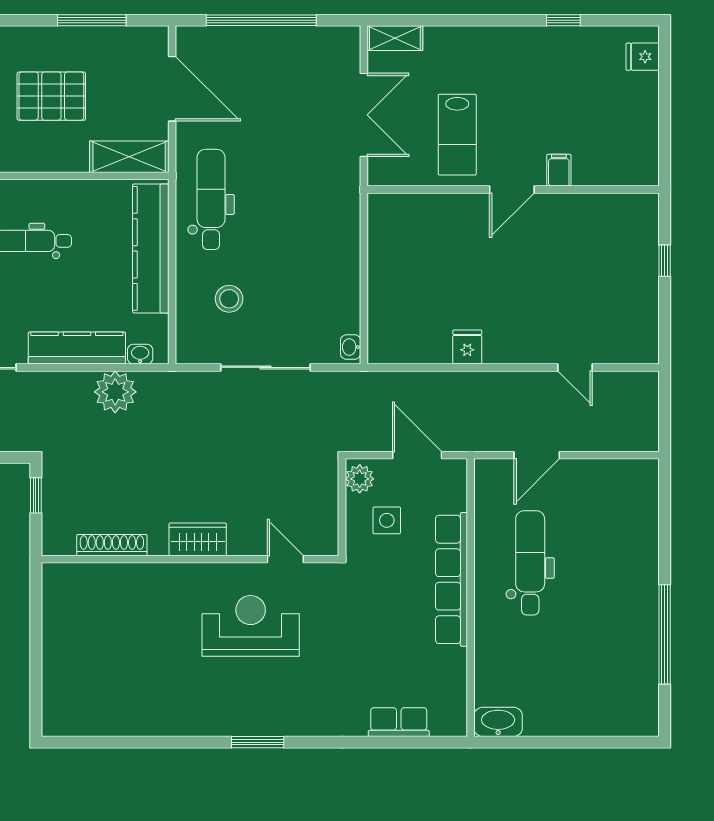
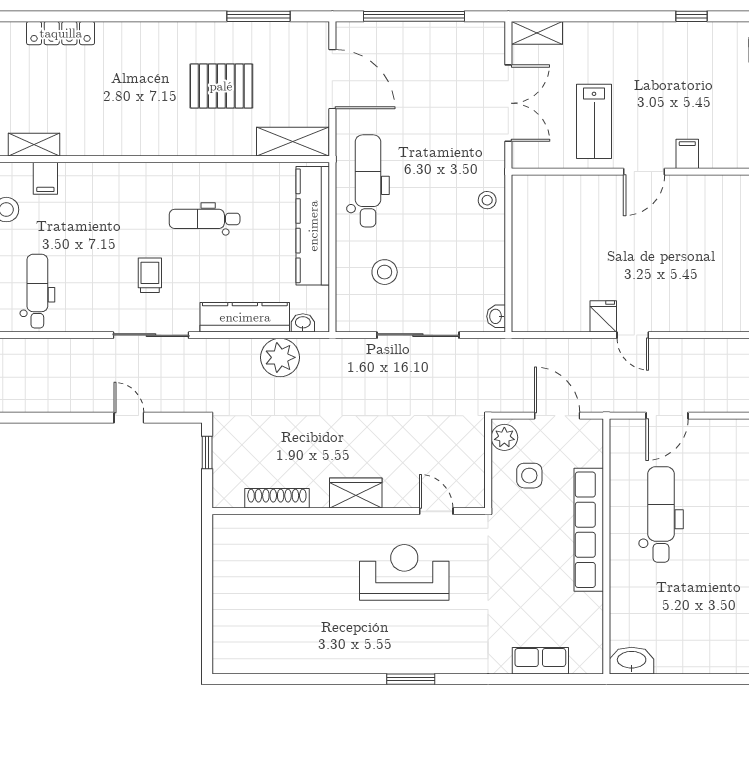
stool: (341, 220) -> (487, 200), added
door: (575, 367) -> (633, 335), moved

